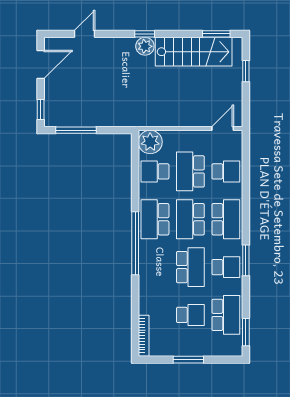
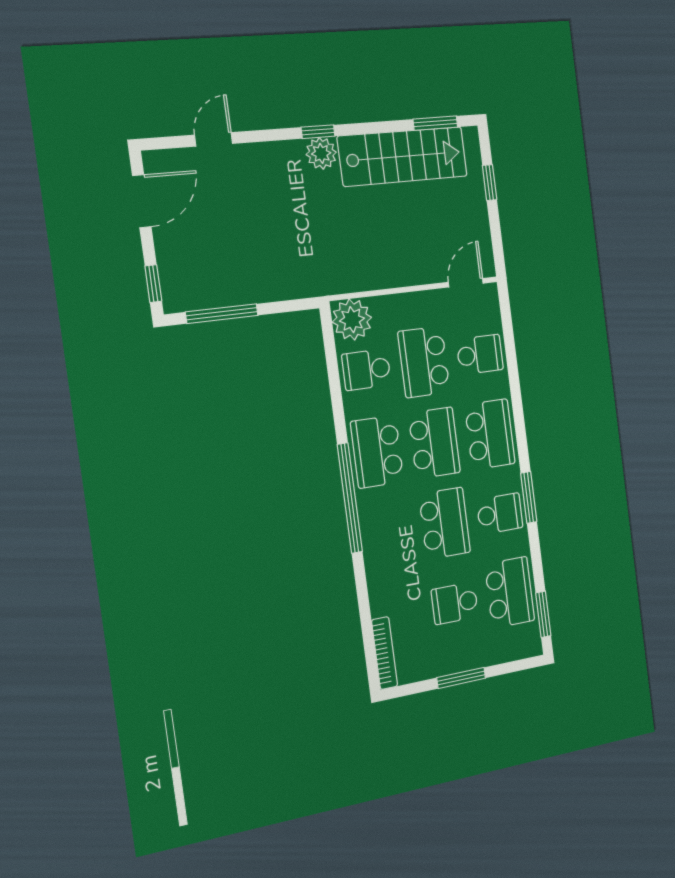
school desk: (190, 219) -> (434, 443), turned 180
school desk: (190, 315) -> (455, 603), turned 180

